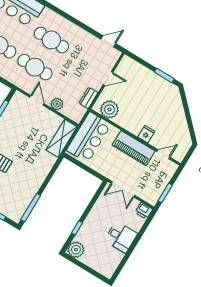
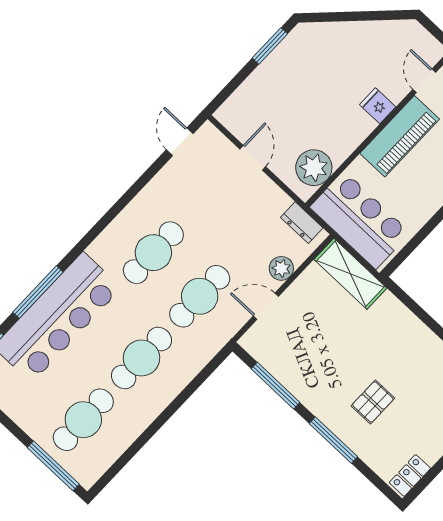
dresser: (88, 98) -> (302, 223), moved

